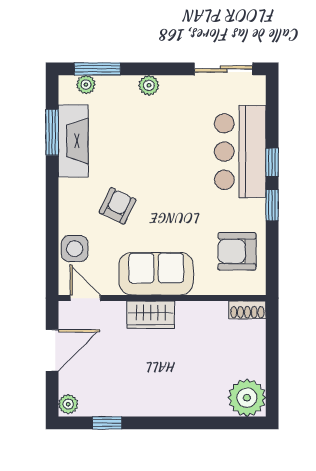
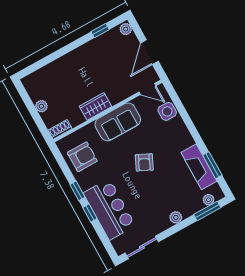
armchair: (118, 206) -> (144, 162), moved
wardrobe: (151, 315) -> (96, 106), moved
plant: (247, 398) -> (41, 106), moved, width x0.53, depth x0.53

